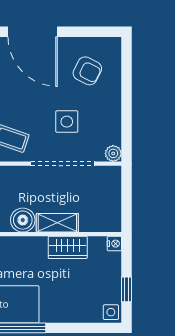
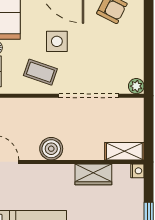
side table: (67, 122) -> (57, 41), moved
shelving: (57, 223) -> (124, 151), moved

